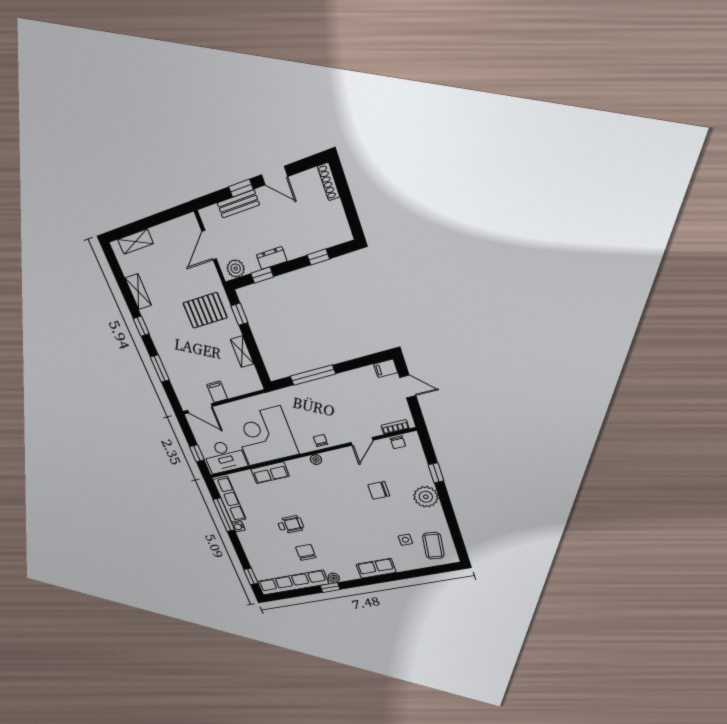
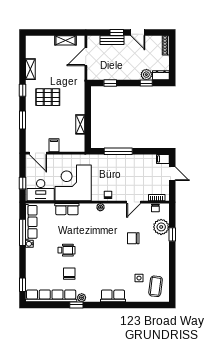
shelving: (136, 242) -> (66, 40), moved
dresser: (272, 258) -> (161, 75), moved
plant: (236, 269) -> (146, 75), moved
pallet: (205, 310) -> (48, 97), moved
window: (239, 314) -> (88, 101), removed
plant: (426, 497) -> (161, 227), moved

